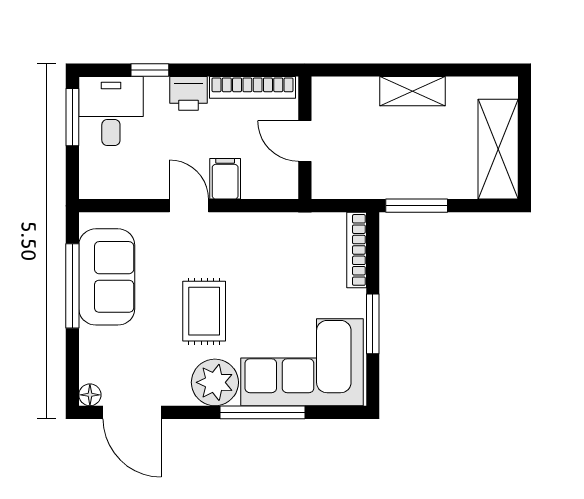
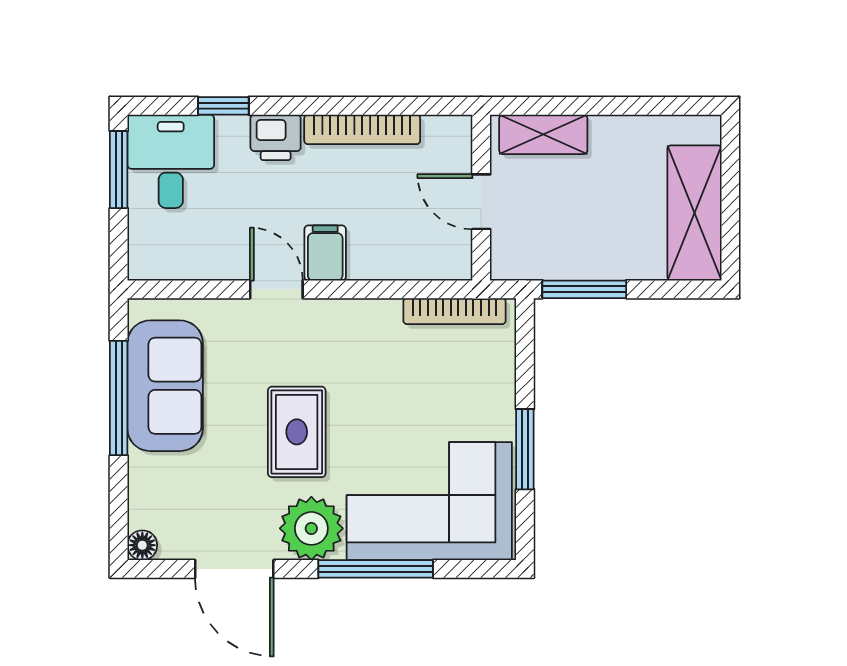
shelving: (413, 91) -> (543, 134), moved
wall: (305, 138) -> (481, 198), moved
door: (305, 141) -> (481, 202), moved
bookcase: (357, 250) -> (455, 311), moved, turned -90
door: (132, 412) -> (234, 569), moved

